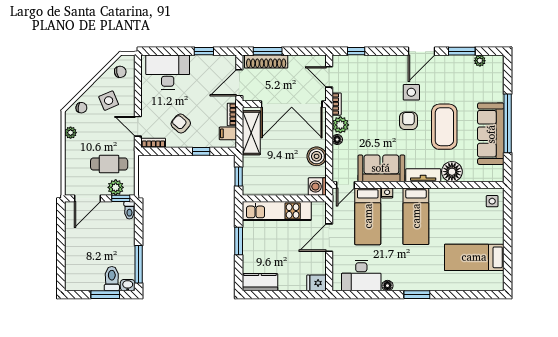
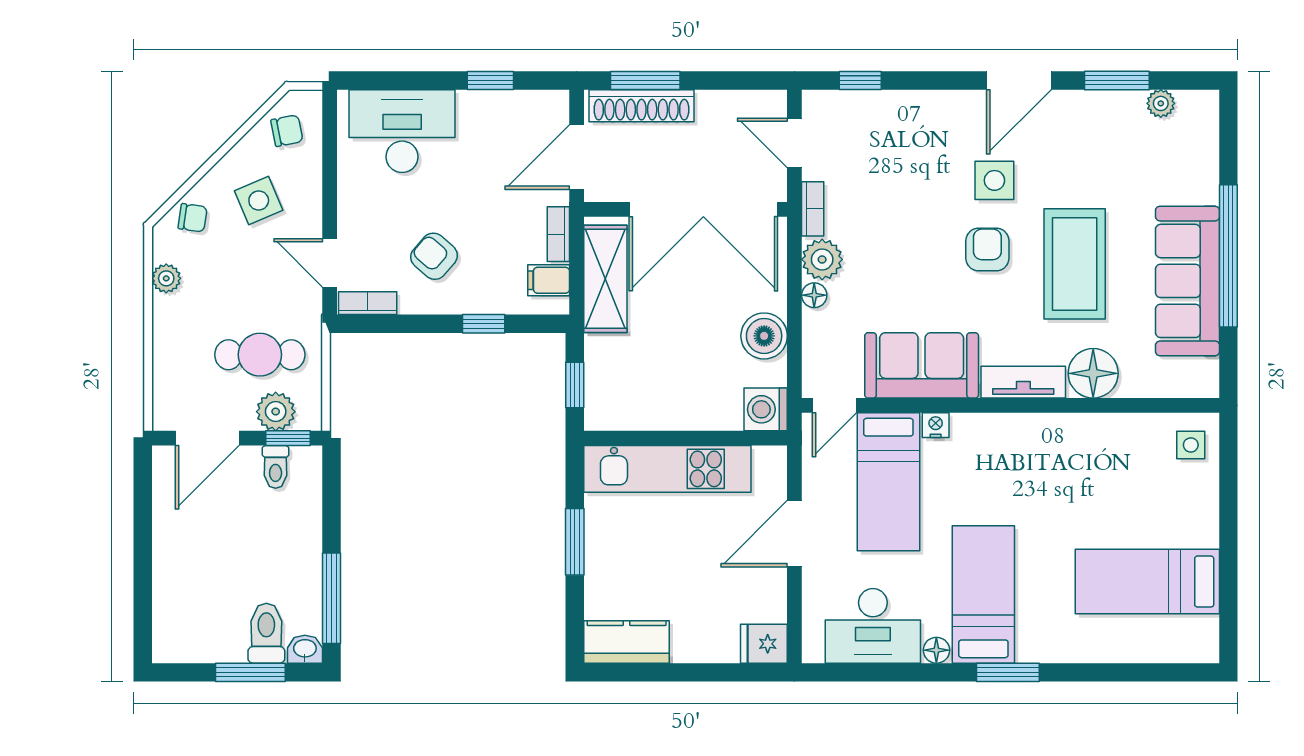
toilet: (129, 210) -> (276, 467), moved
bed: (416, 216) -> (983, 594), moved, turned 180

